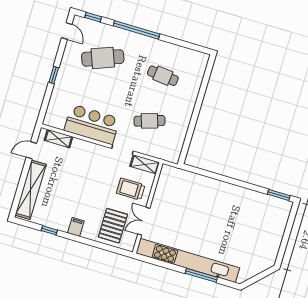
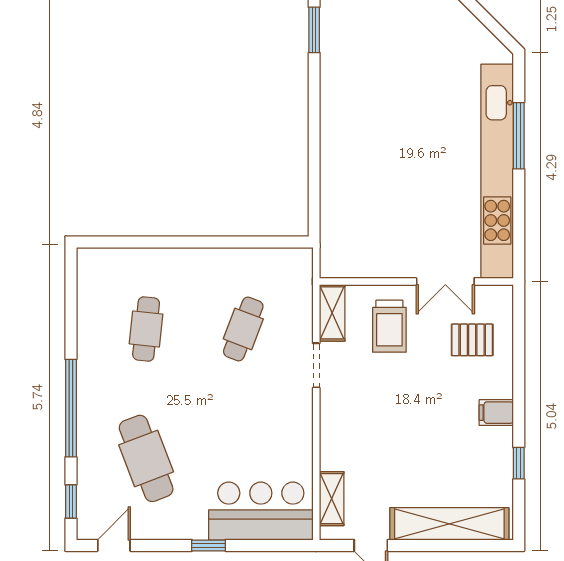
cafe table: (149, 121) -> (243, 329), turned 39
bar counter: (92, 124) -> (261, 511), moved, turned 90
pallet: (113, 226) -> (472, 340), width x0.67, depth x0.71

